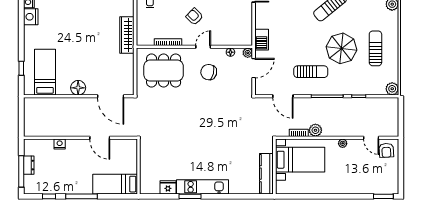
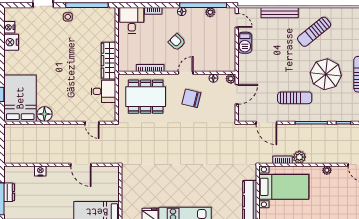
barbecue: (262, 40) -> (245, 43), moved
desk: (122, 65) -> (104, 91), added
bed: (45, 72) -> (20, 98), width x1.50
floor lamp: (78, 88) -> (44, 114), moved
door: (111, 96) -> (92, 123), width x0.53

